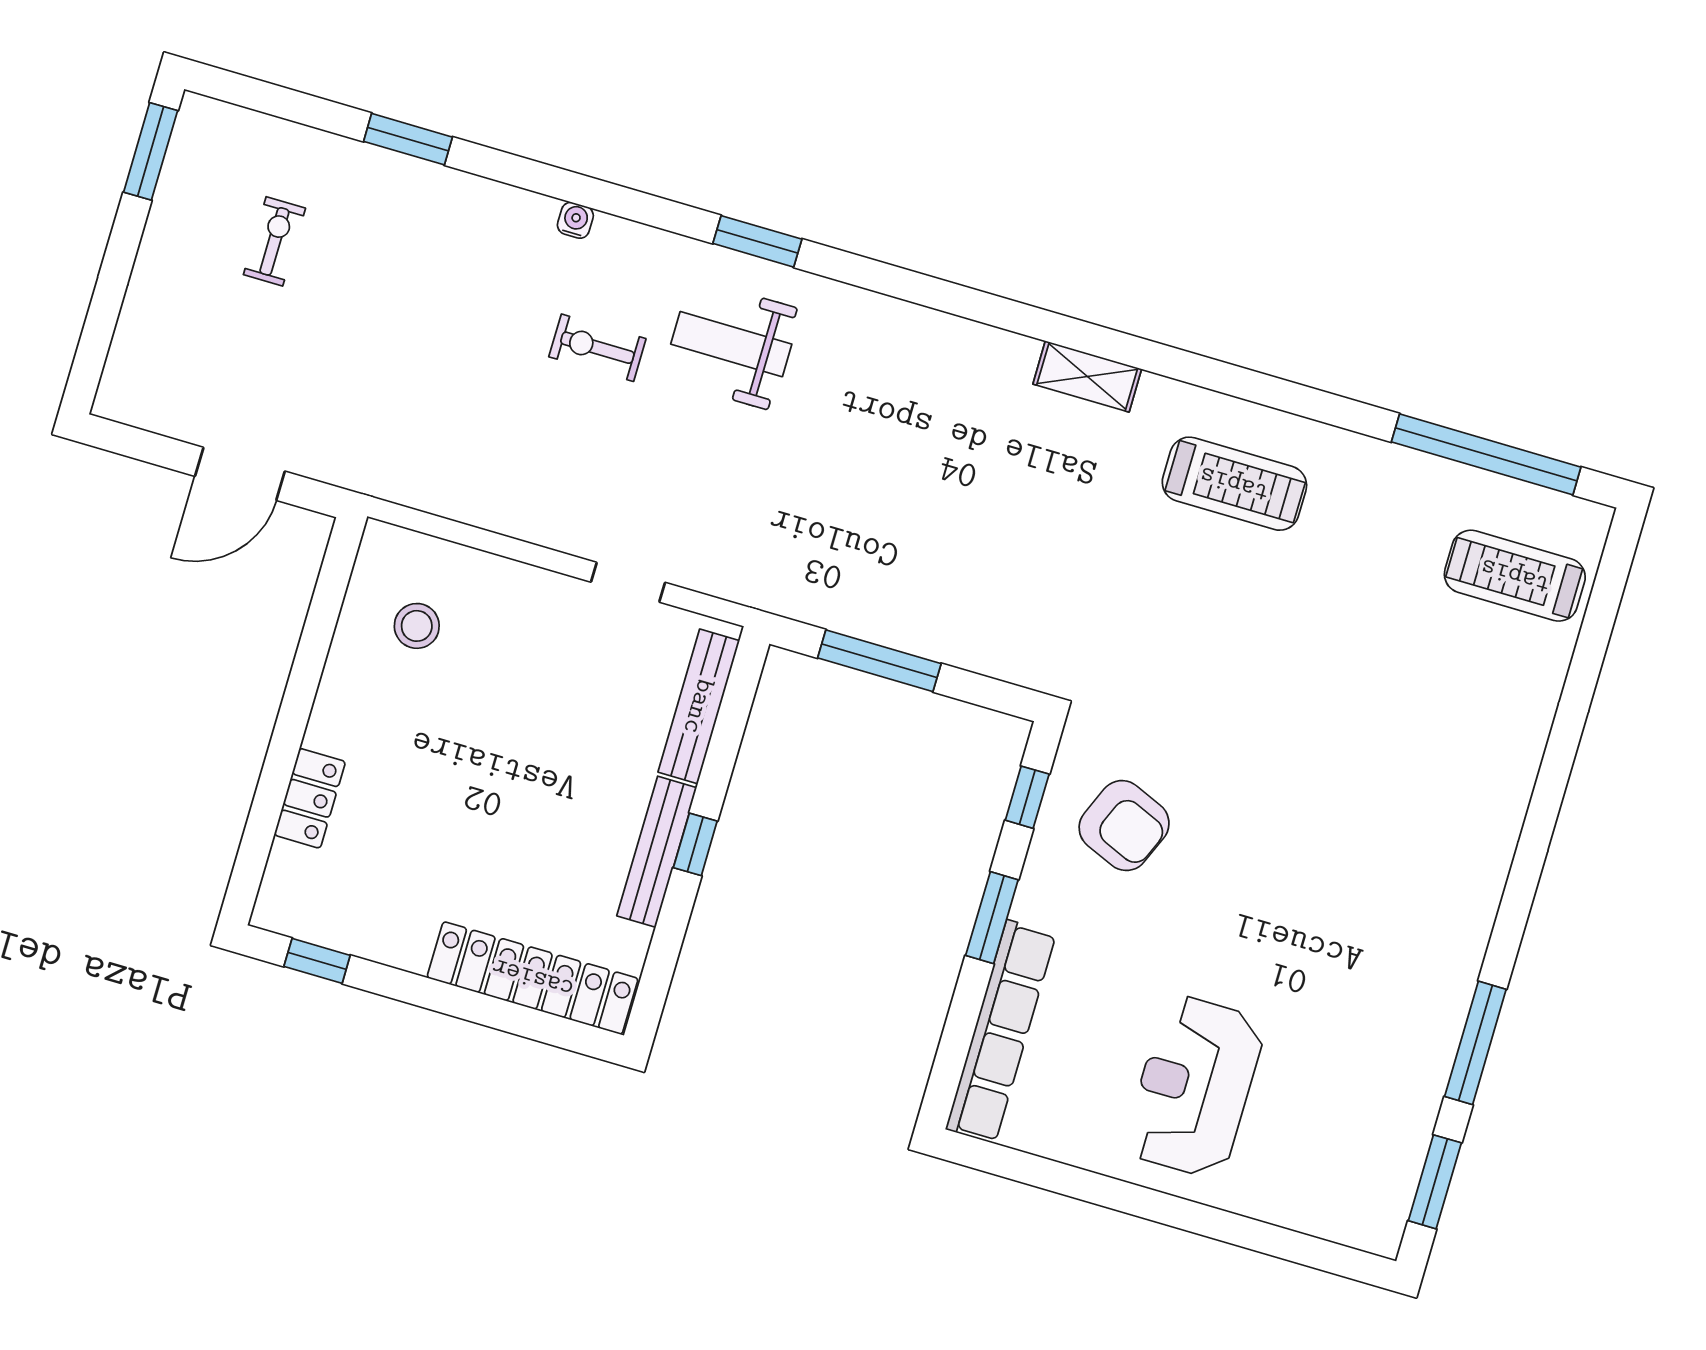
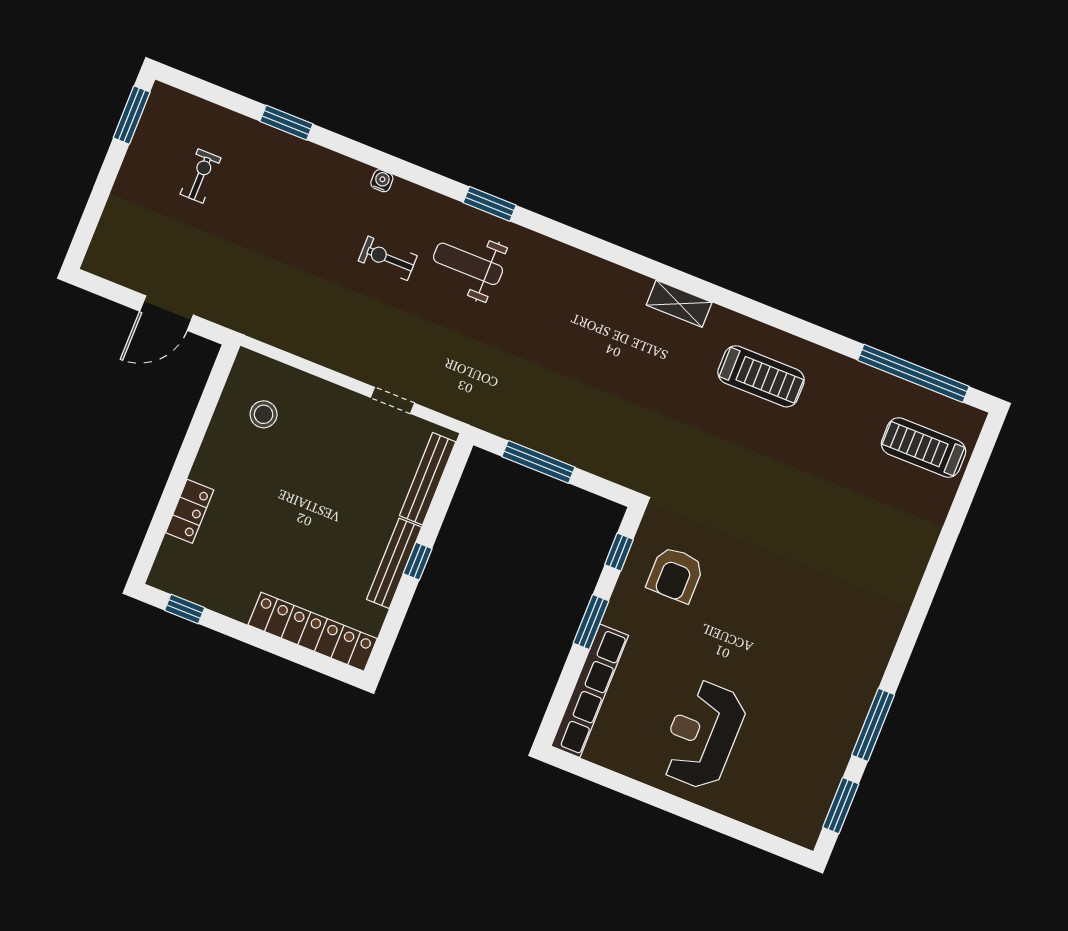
armchair: (1124, 826) -> (675, 575), turned 67

